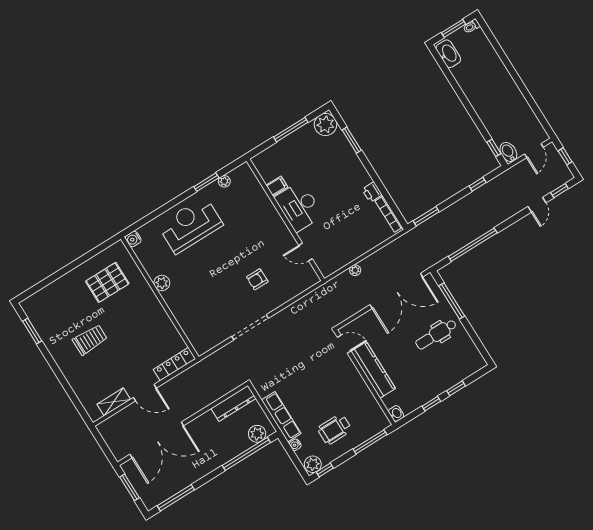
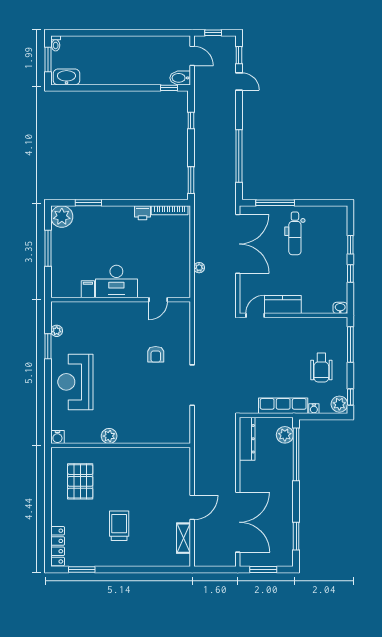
locker: (174, 364) -> (58, 546), moved, turned 180
kitchen counter: (373, 370) -> (283, 305), width x0.67
window: (176, 498) -> (296, 536), width x0.69

